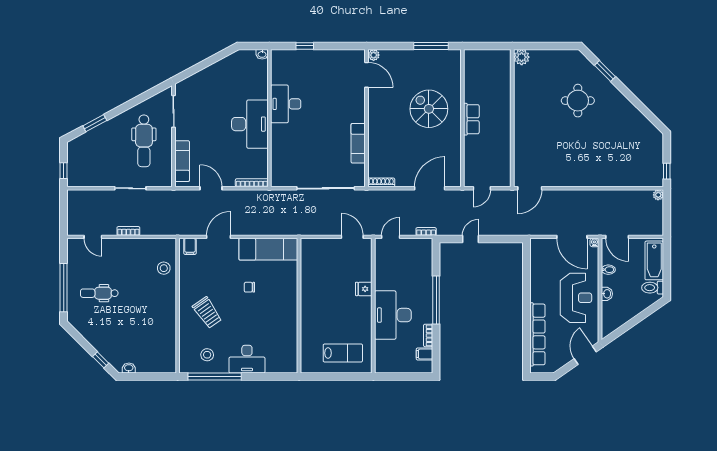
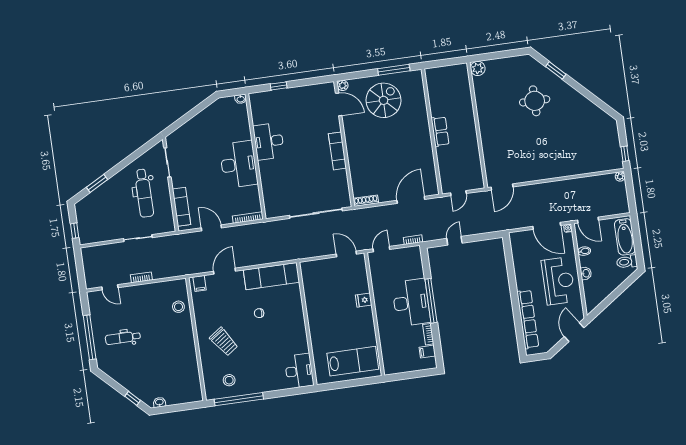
spiral stairs: (429, 109) -> (384, 100), moved, turned 90
exam couch: (358, 143) -> (337, 151), moved
desk: (393, 315) -> (411, 302), moved, turned 180
lab bench: (343, 353) -> (353, 361), width x1.36, depth x1.39
desk: (247, 359) -> (299, 371), moved, turned -90

